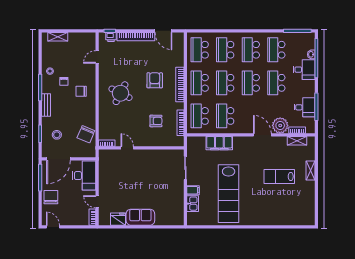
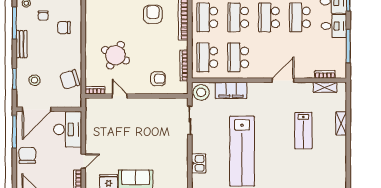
round table: (120, 93) -> (115, 55), moved
desk: (304, 107) -> (334, 26), moved
armchair: (156, 121) -> (158, 79), moved
plant: (280, 125) -> (305, 69), removed
chair: (86, 134) -> (70, 79), turned 50
door: (262, 135) -> (283, 80), hinge flipped
stool: (195, 145) -> (201, 92), added
lab bench: (279, 177) -> (303, 131), turned -90
filing cabinet: (193, 190) -> (199, 147), removed
door: (97, 202) -> (83, 161), swing flipped

